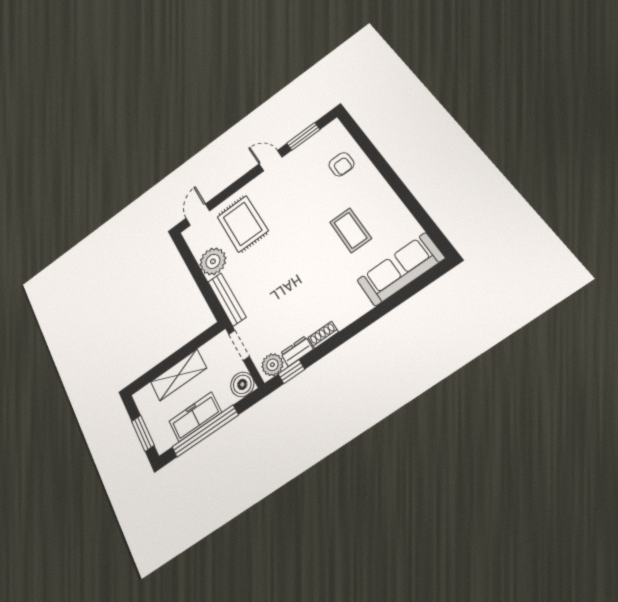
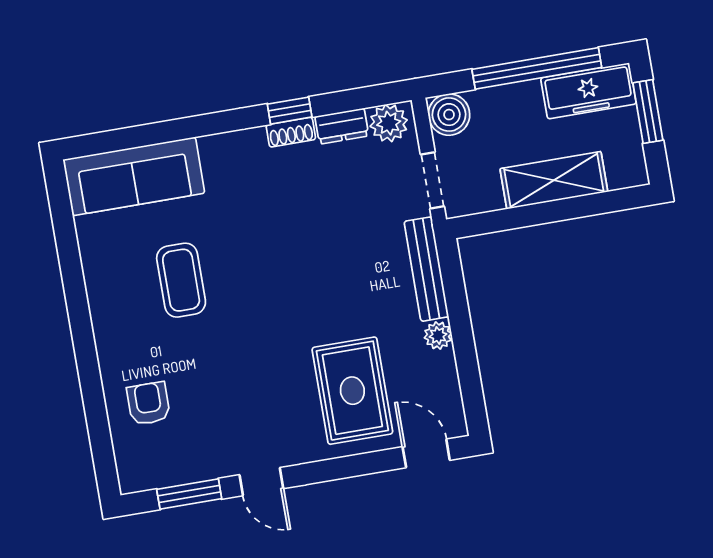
door: (198, 215) -> (426, 453), swing flipped
plant: (213, 261) -> (438, 335), width x0.53, depth x0.53
window: (291, 372) -> (290, 111), moved
freezer: (195, 417) -> (588, 91), moved

